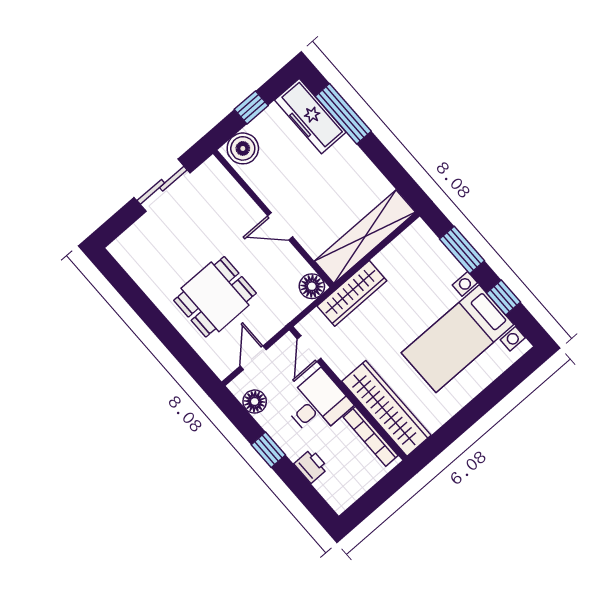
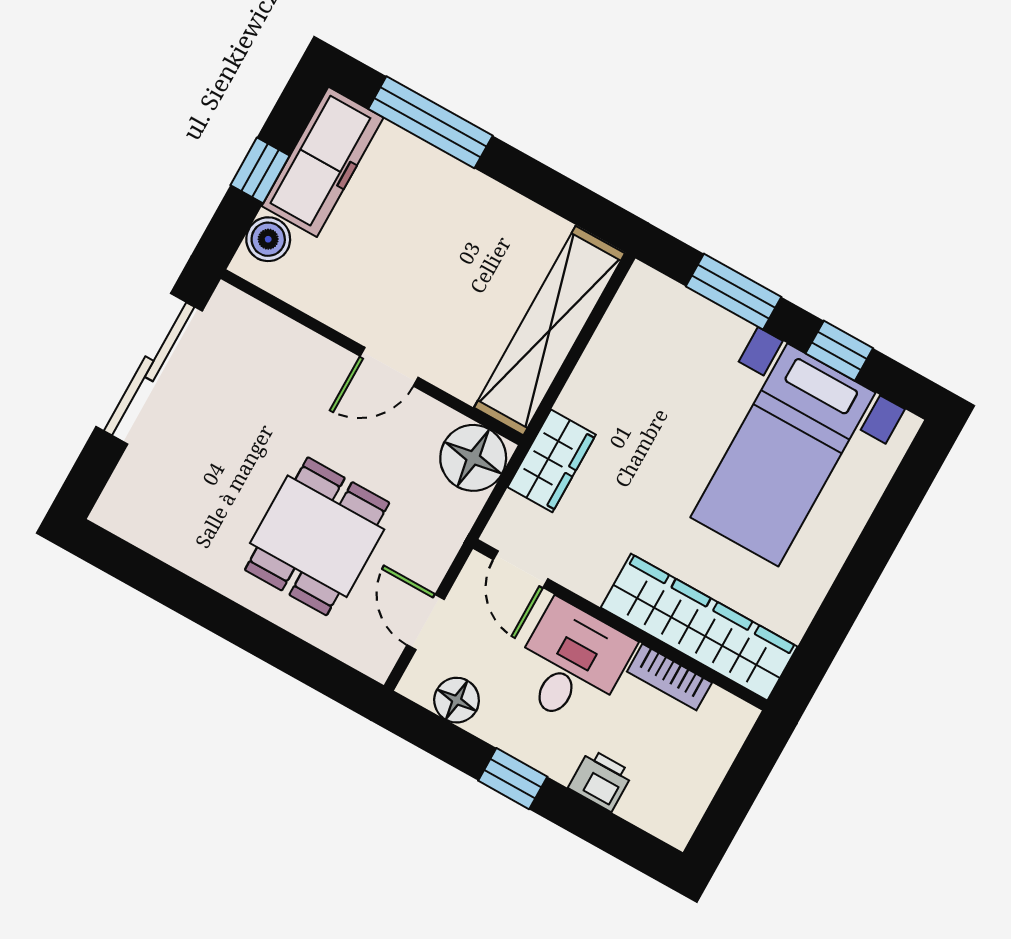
freezer: (310, 116) -> (323, 162), moved, turned -90
boiler: (243, 148) -> (268, 239), width x0.73, depth x0.73
sliding door: (162, 185) -> (149, 369), width x1.37
floor lamp: (312, 286) -> (473, 458), width x1.38, depth x1.38
wardrobe: (352, 293) -> (552, 461), width x0.67
bookcase: (371, 436) -> (669, 677), width x0.64

